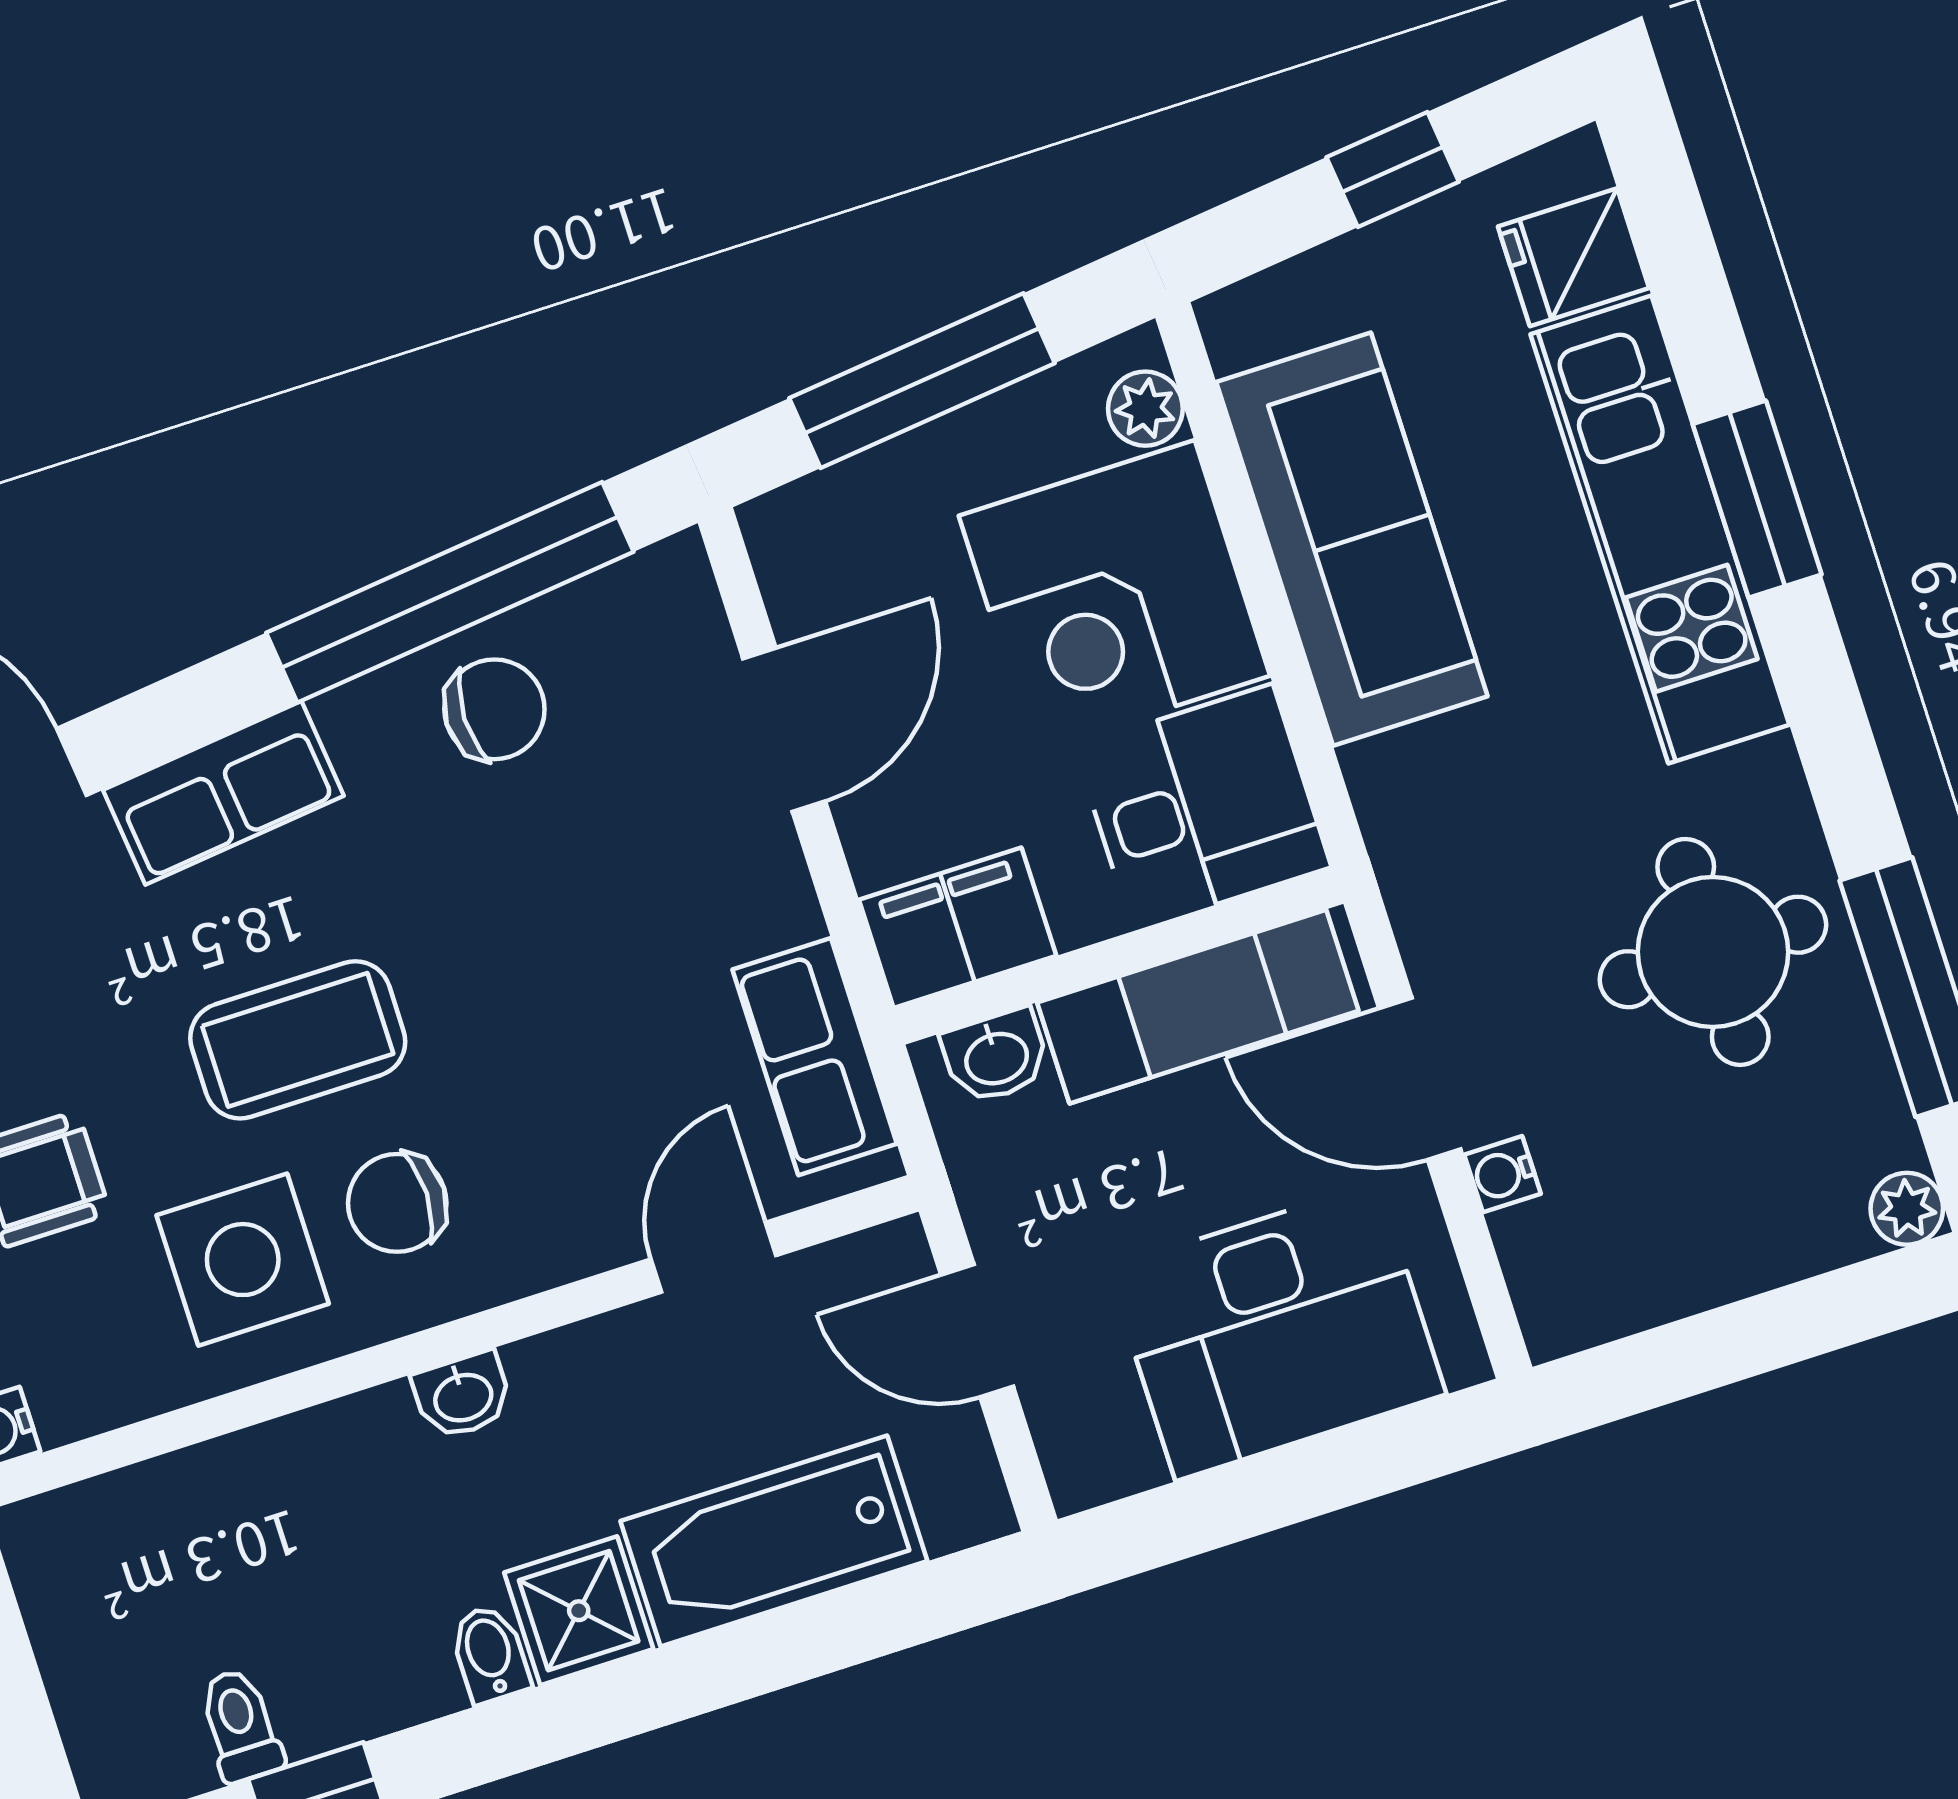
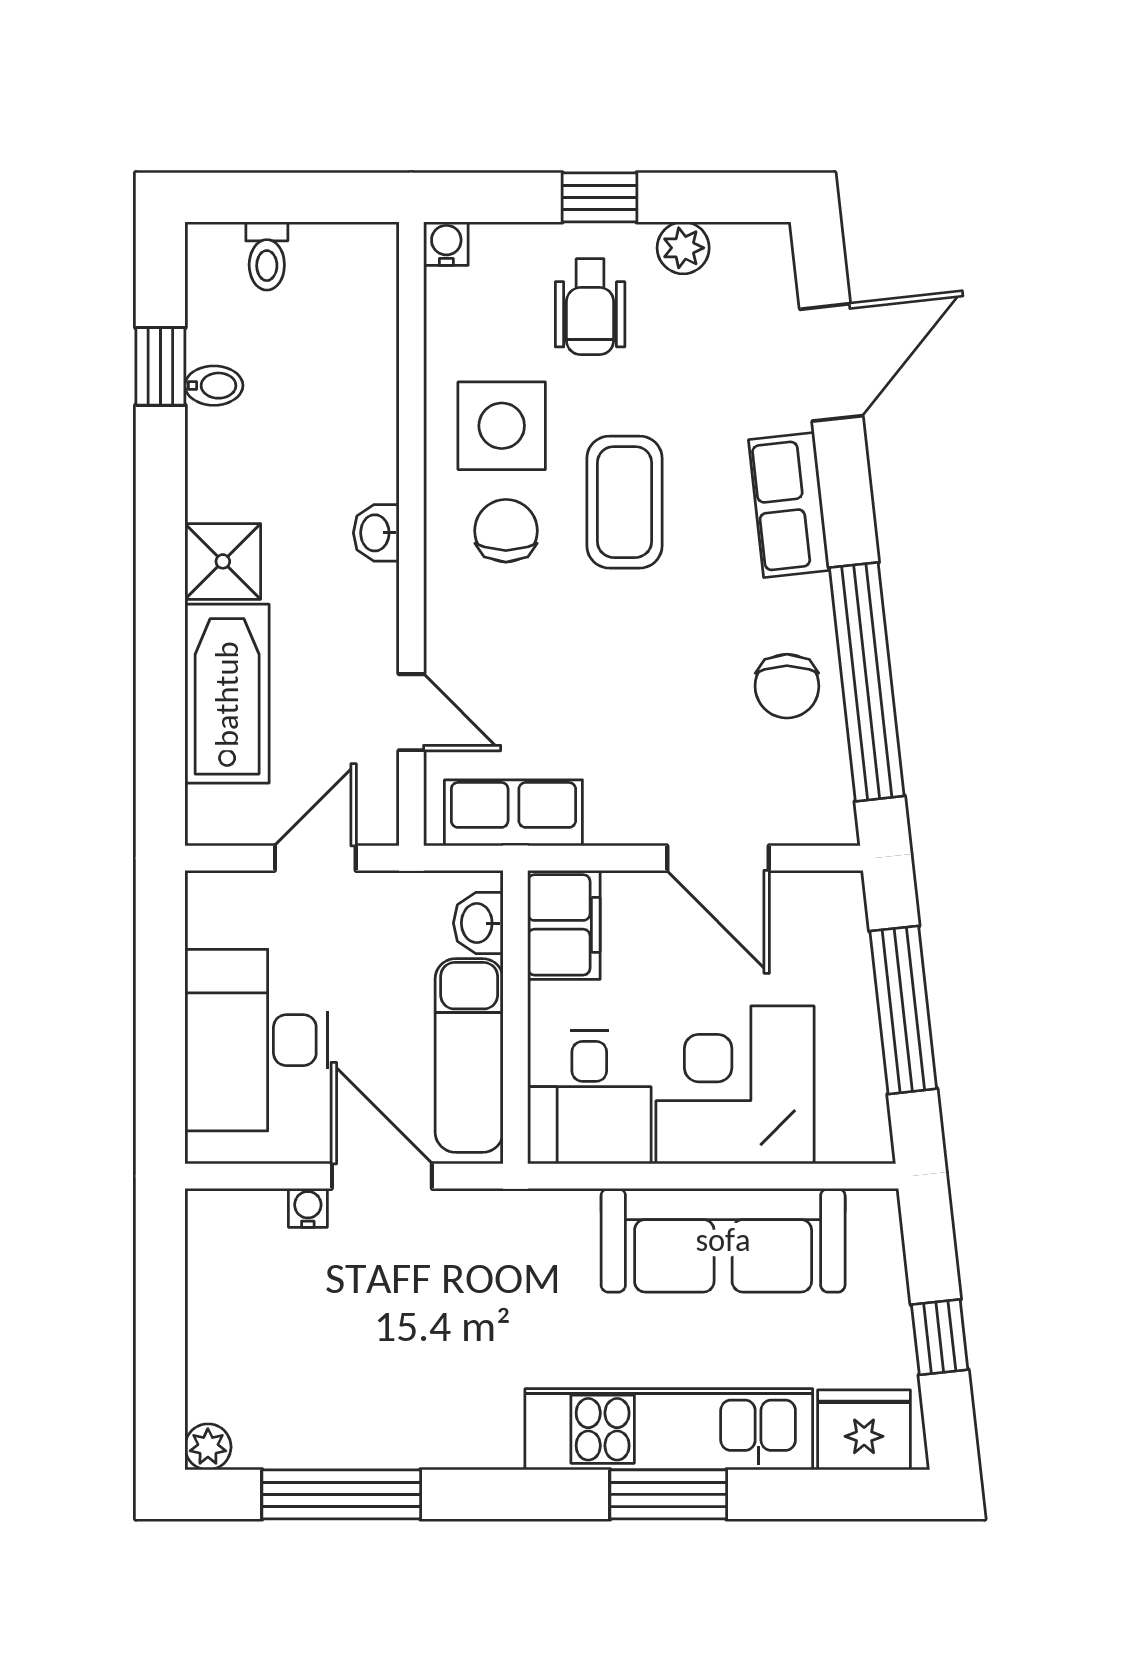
fridge: (1573, 257) -> (864, 1430), width x1.38
plant: (1145, 409) -> (843, 1140), removed
round table: (1713, 952) -> (402, 1379), removed
door: (1420, 1079) -> (382, 1176), hinge flipped
bidet: (490, 1654) -> (214, 386), moved
toilet: (240, 1725) -> (267, 256), moved, turned 90

